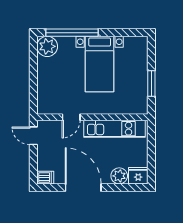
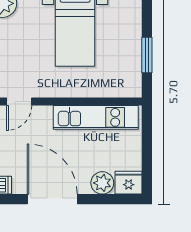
door: (71, 117) -> (19, 102), moved

